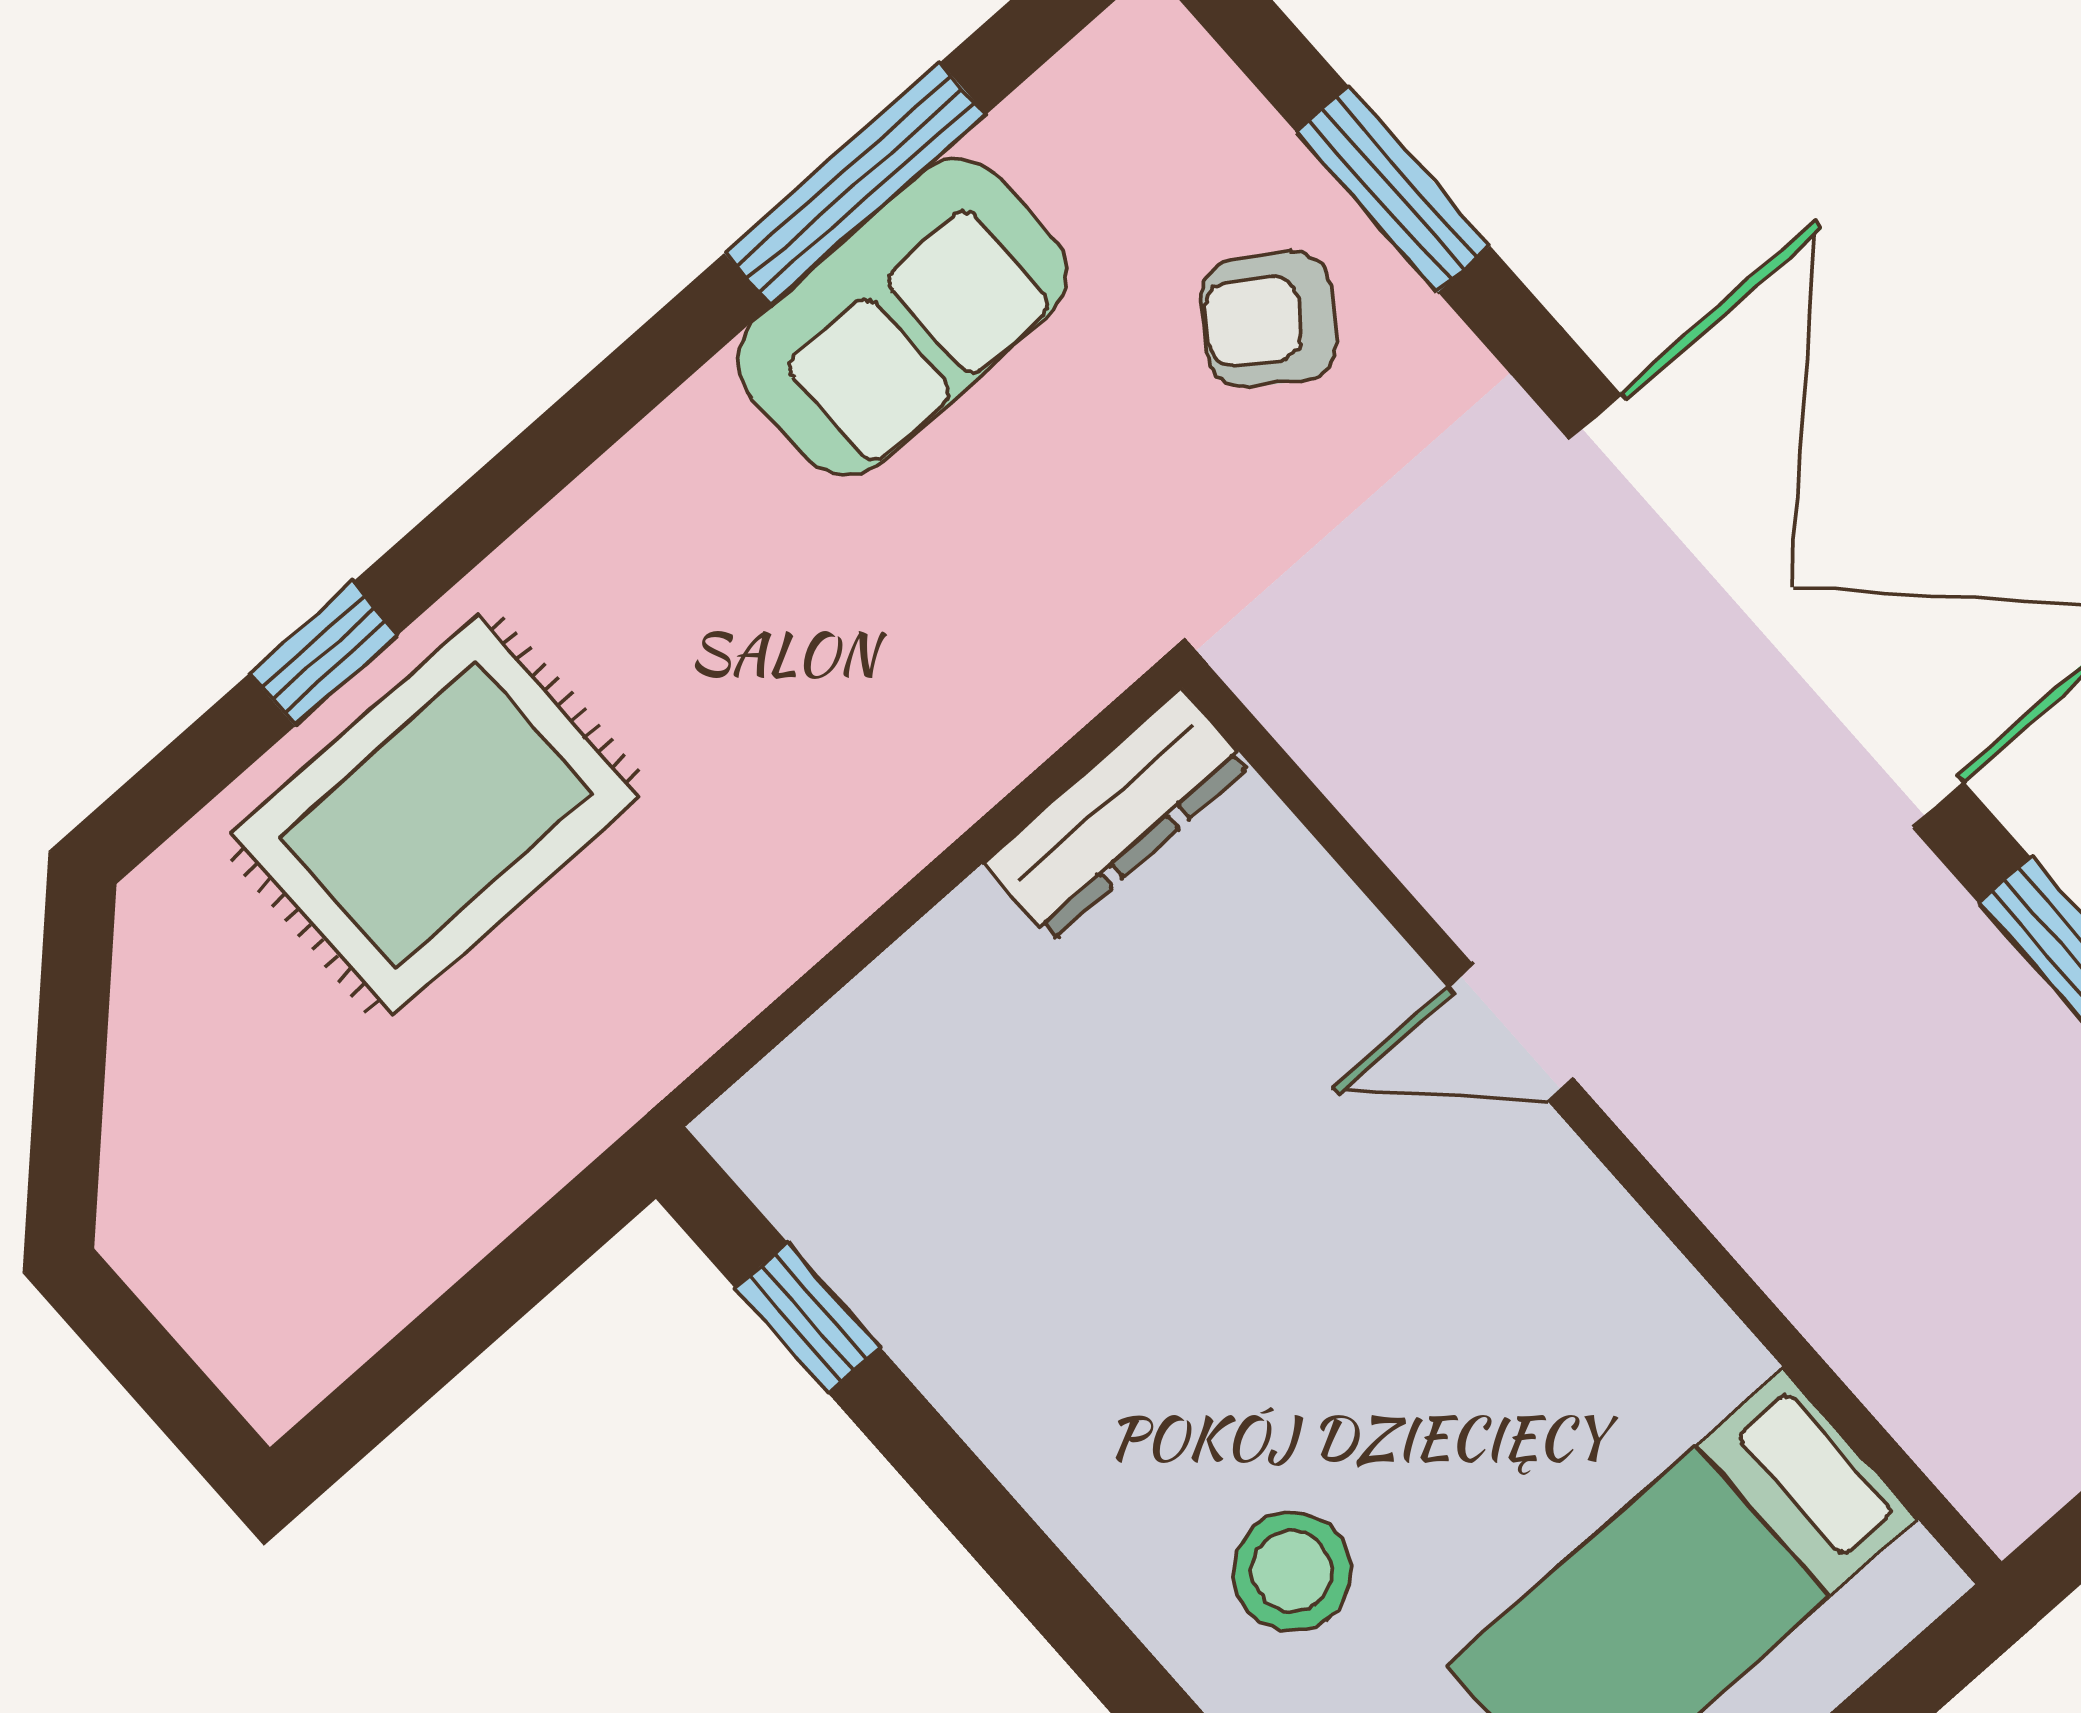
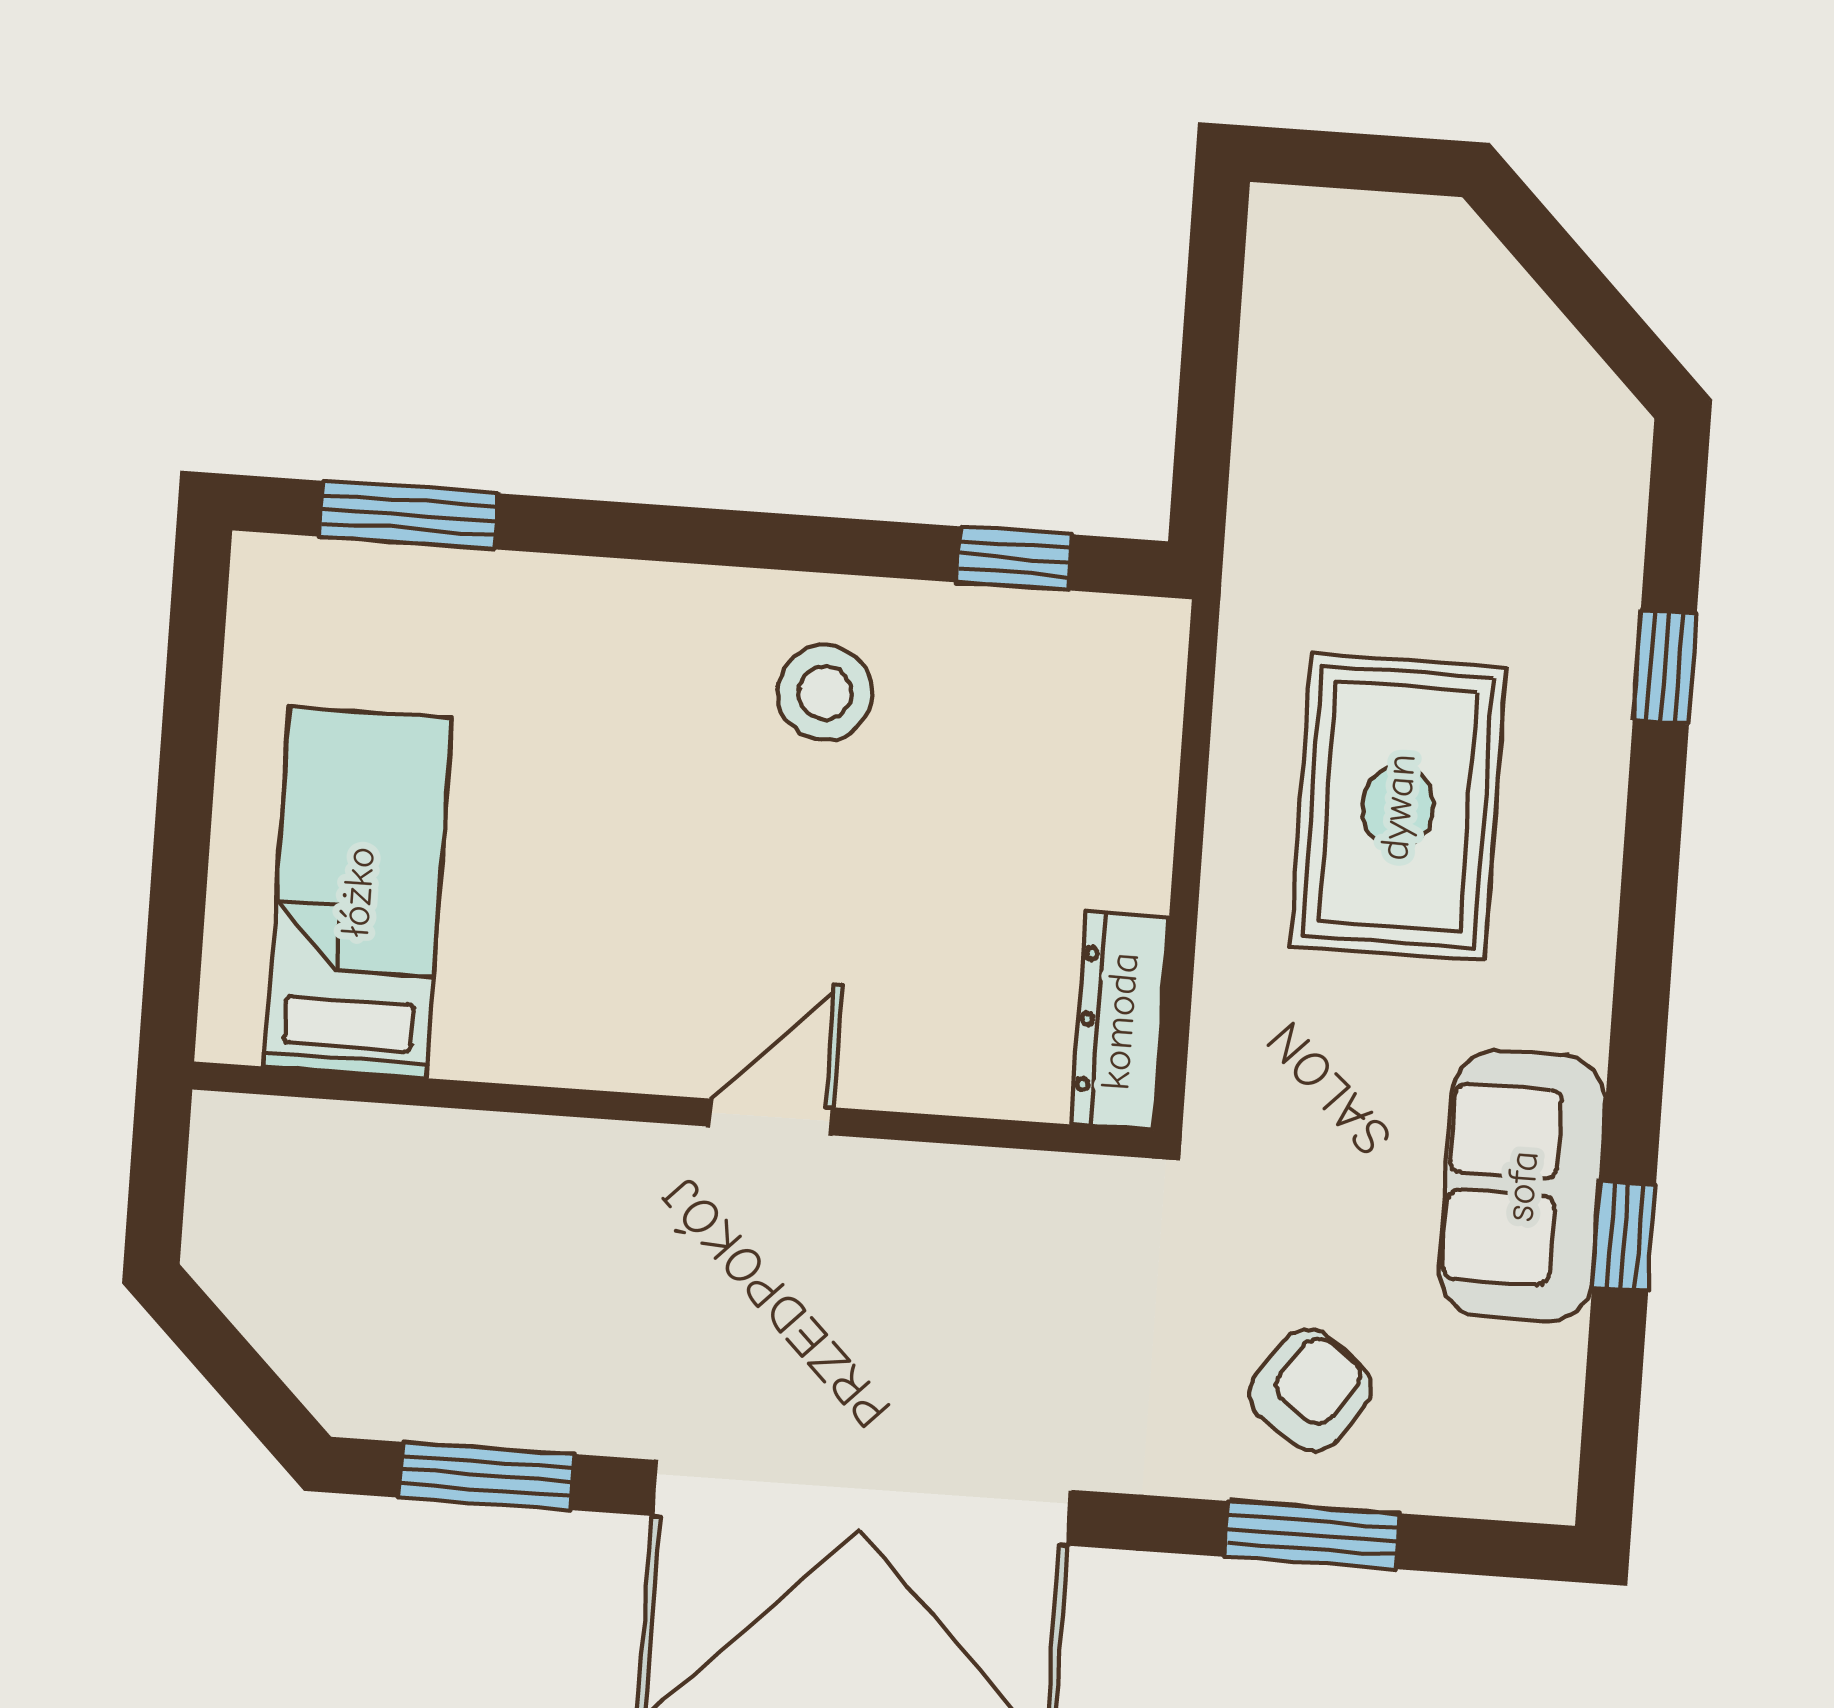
window: (855, 184) -> (1624, 1236), width x0.46
rug: (435, 815) -> (1398, 807), moved
stool: (1292, 1571) -> (825, 693), moved

